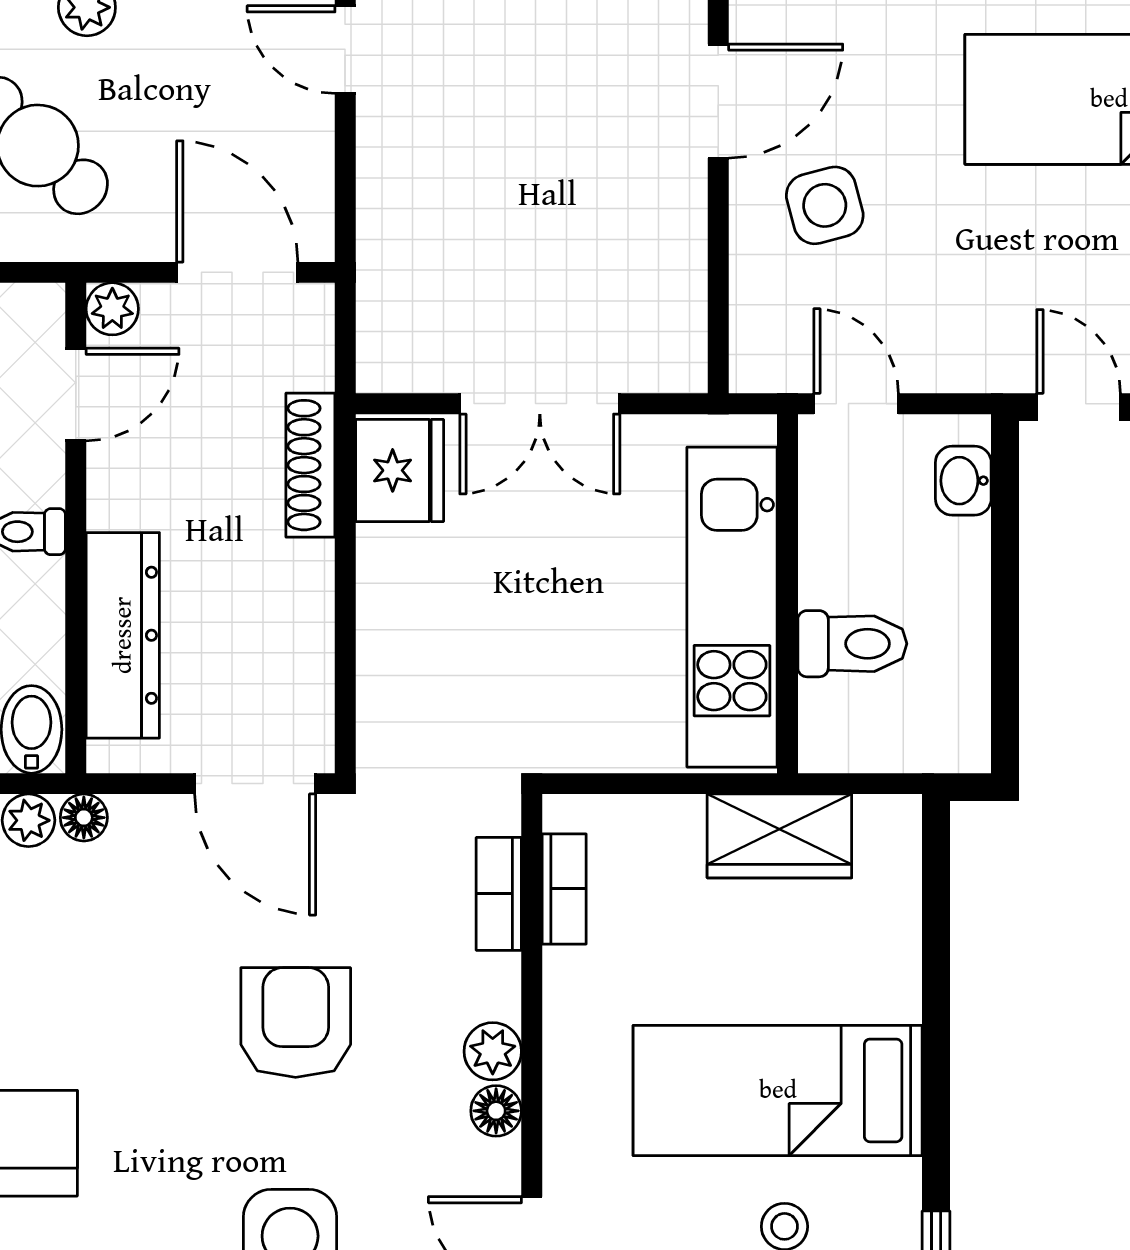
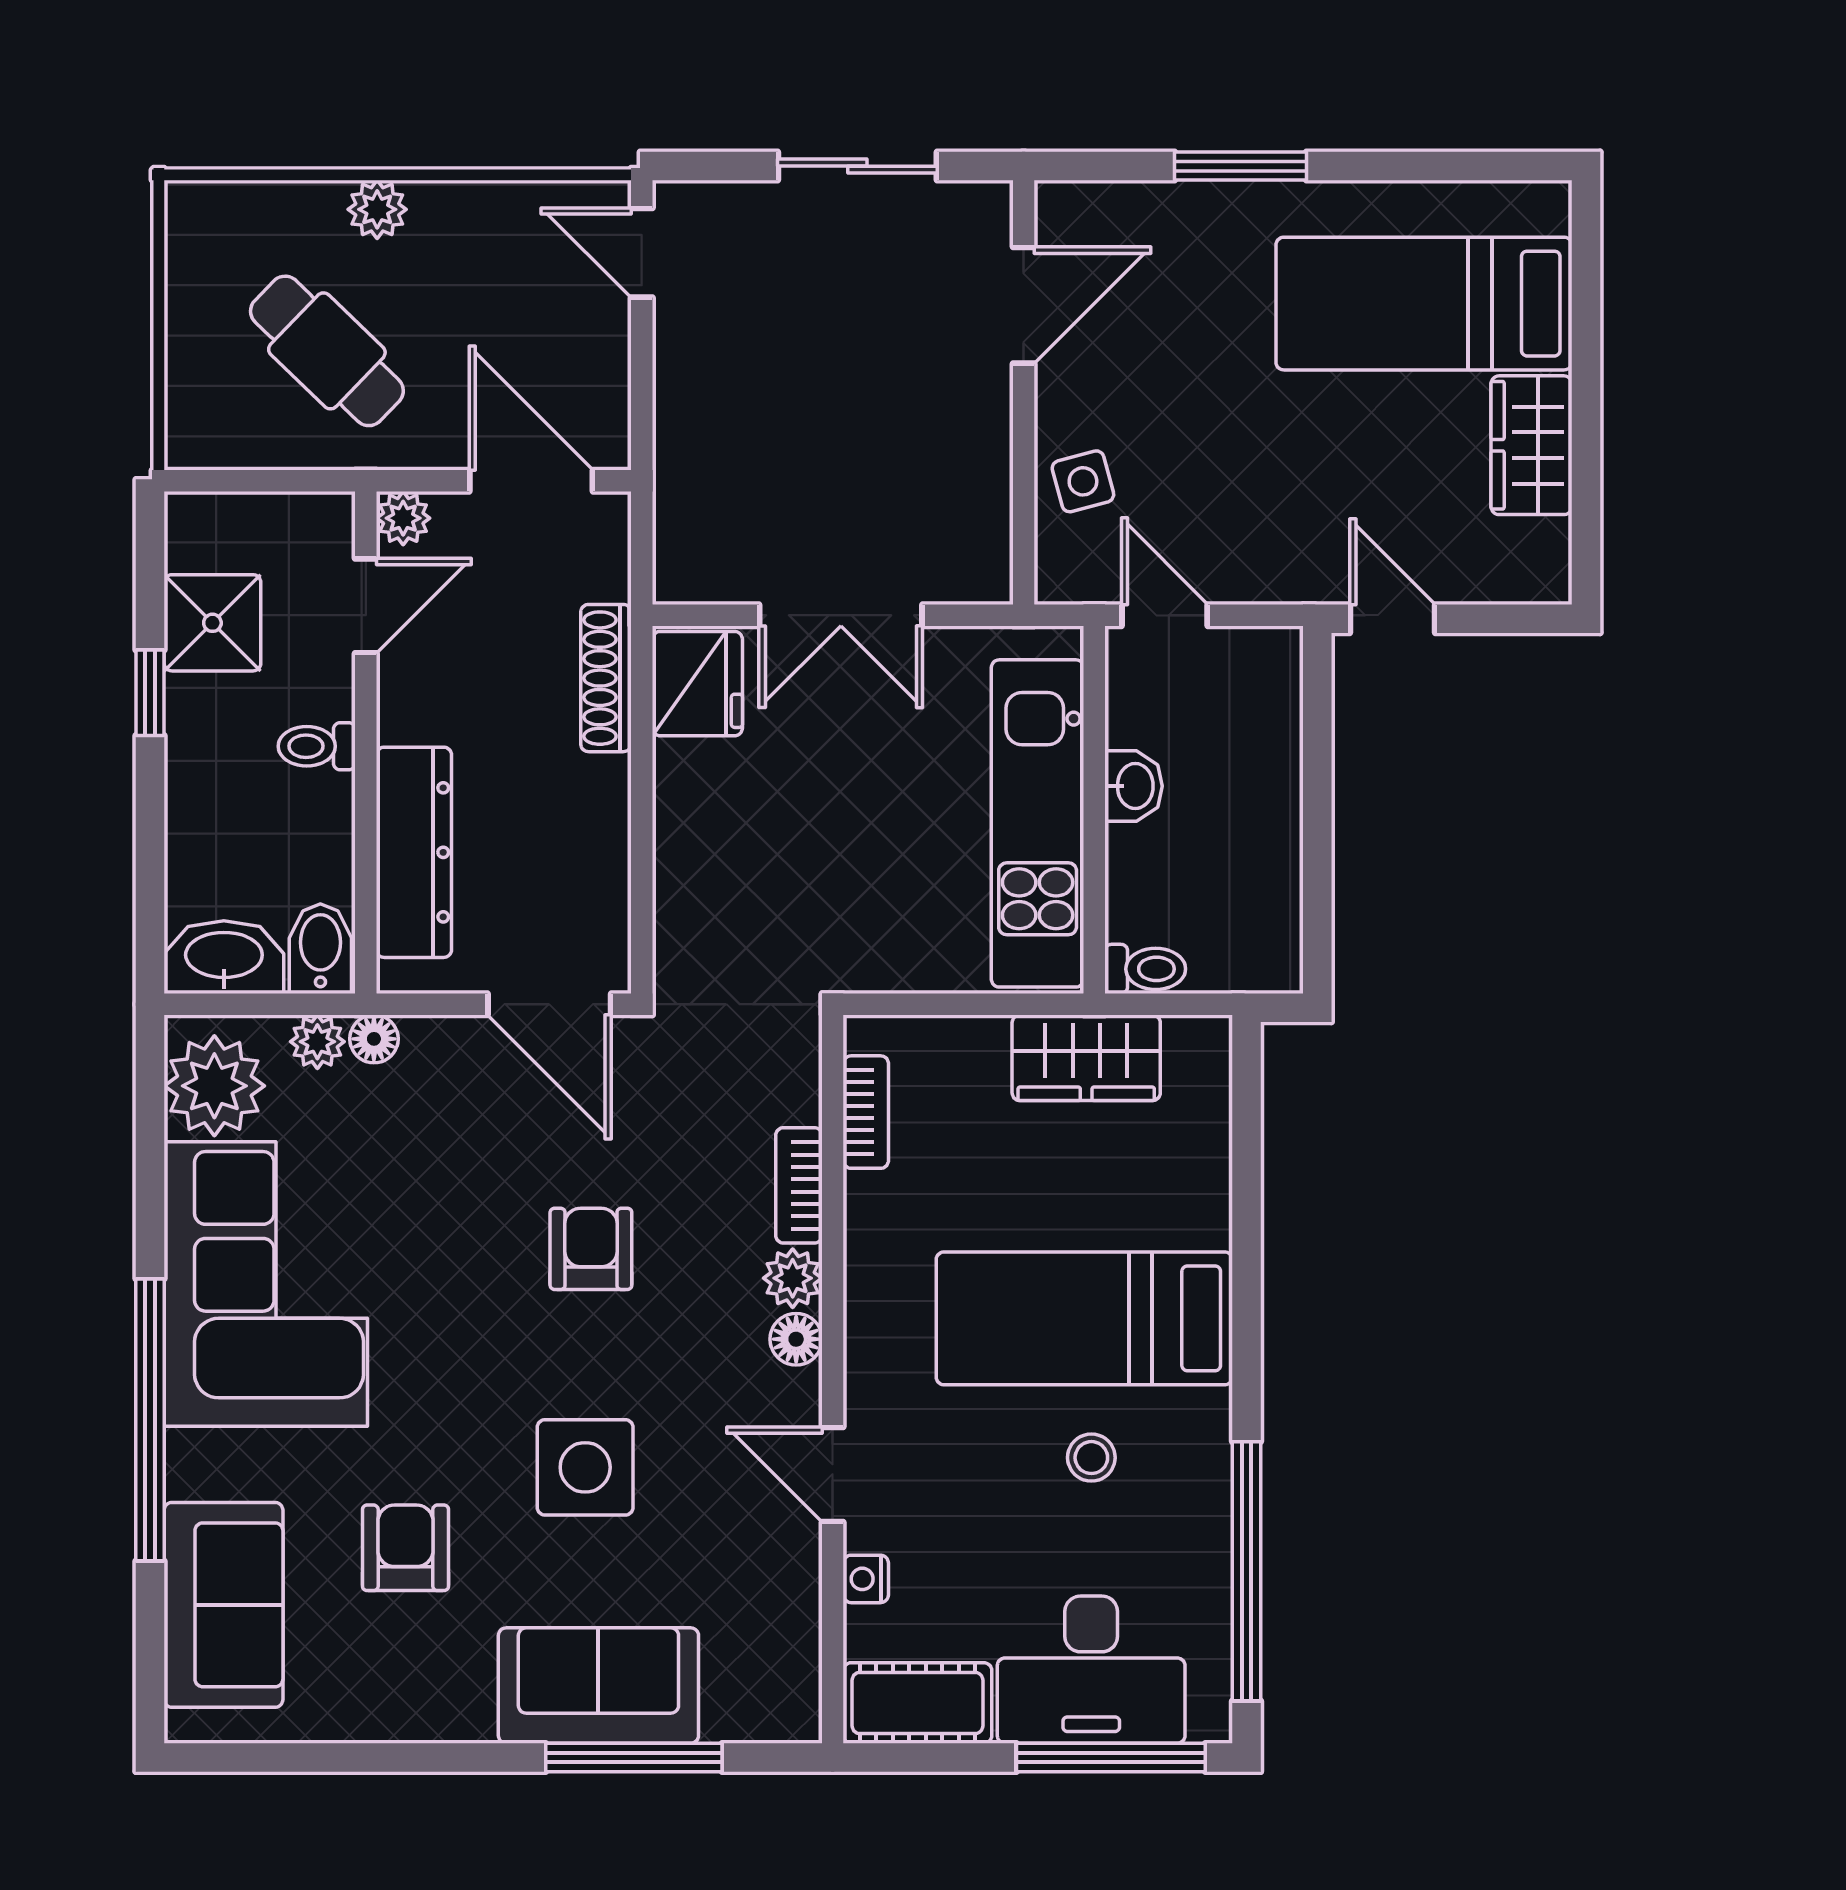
side table: (825, 205) -> (1083, 481), moved, width x0.73, depth x0.73
washbasin: (963, 481) -> (1134, 786), moved, turned 180
toilet: (852, 644) -> (1145, 969), moved, width x0.73, depth x0.72
bookcase: (499, 894) -> (799, 1185), moved
armchair: (296, 1023) -> (591, 1249), width x0.72, depth x0.72

